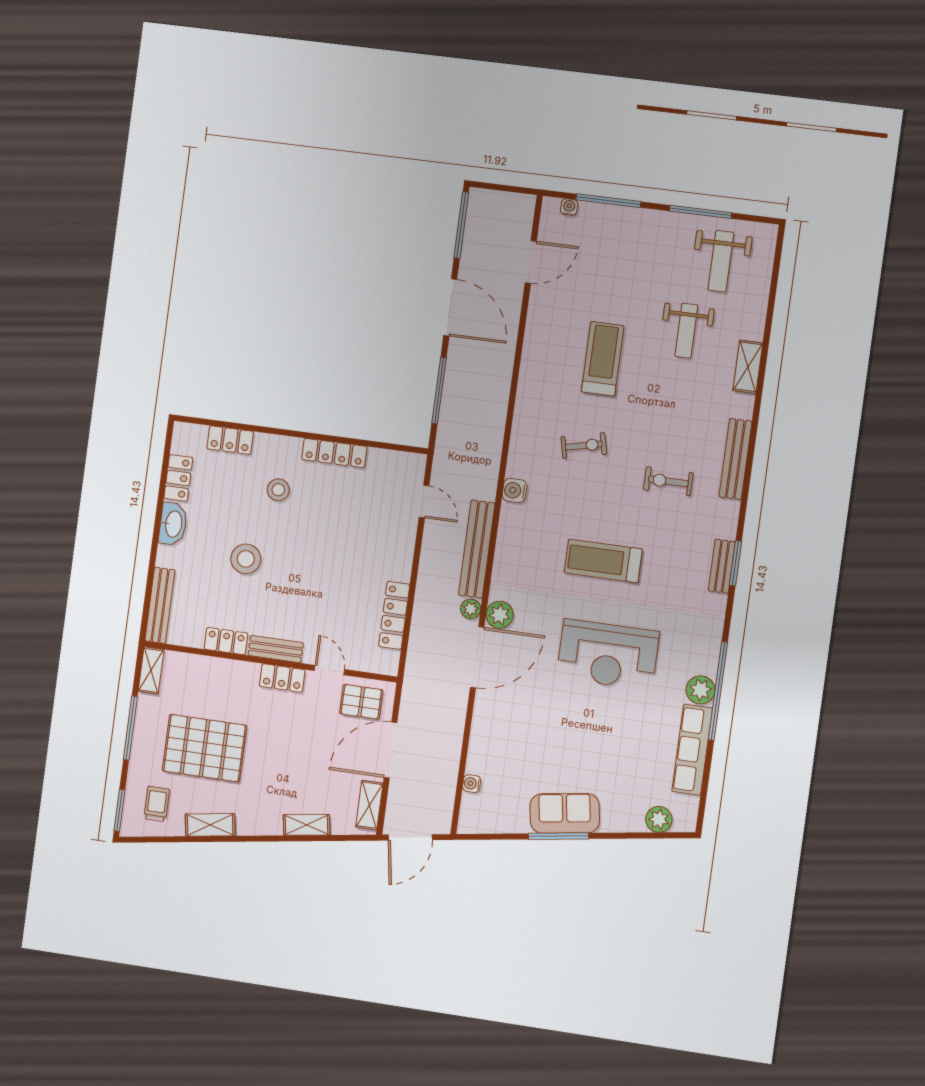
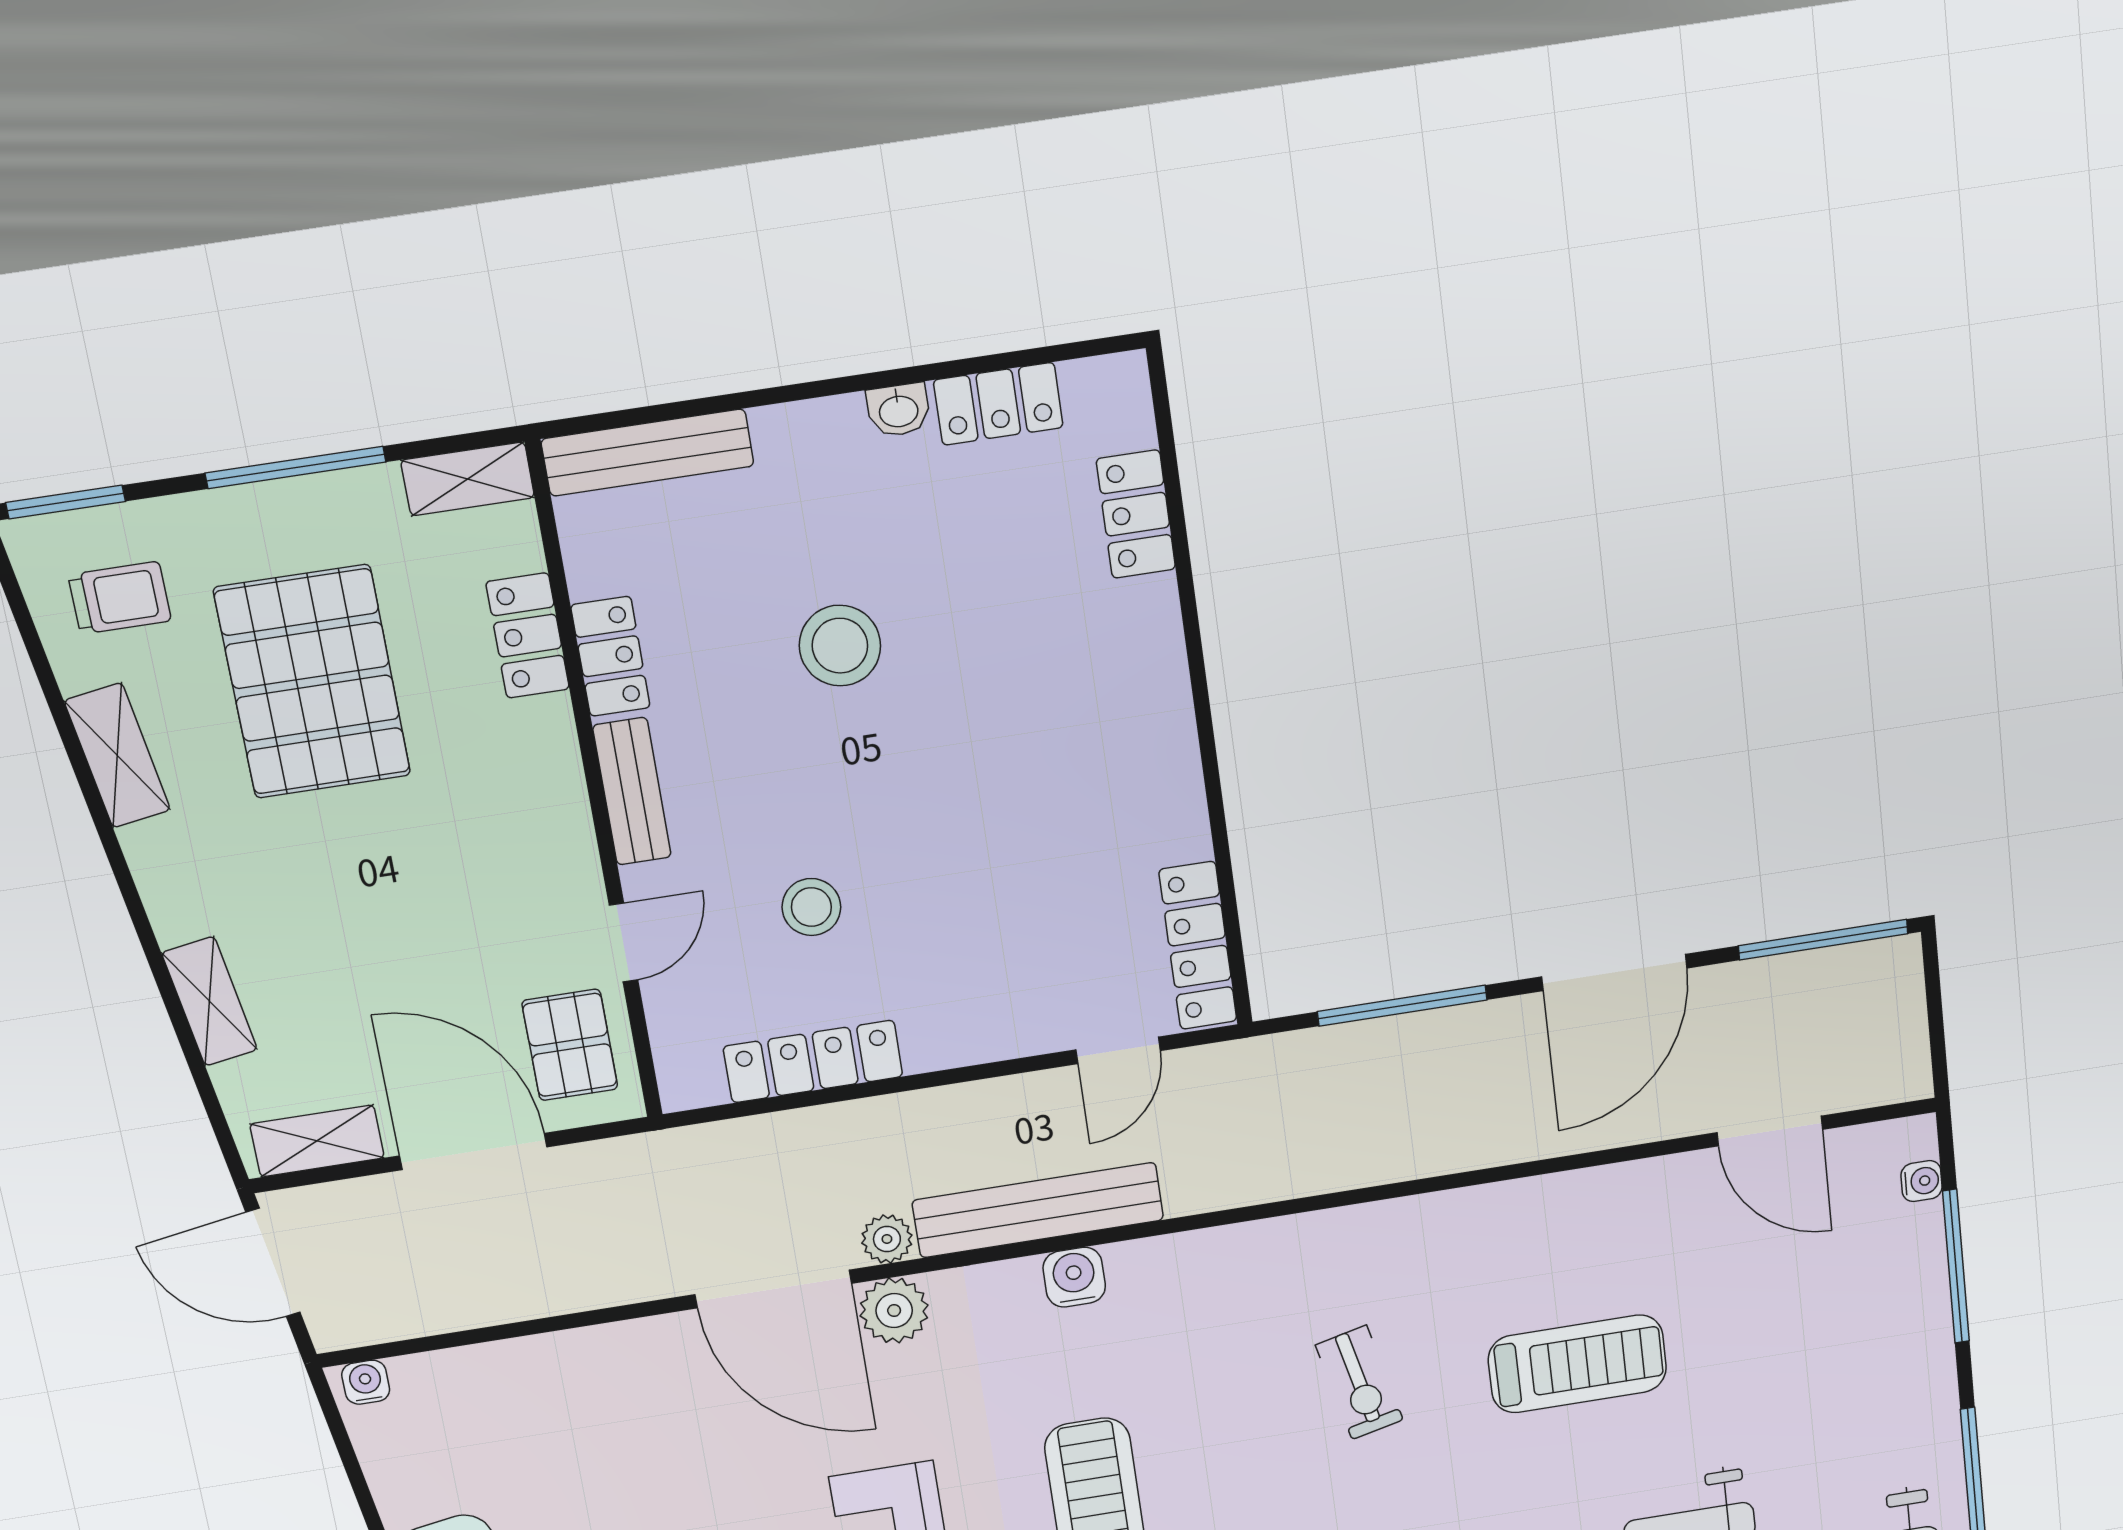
locker: (334, 453) -> (1198, 946), moved
stool: (278, 490) -> (811, 907), moved
water cooler: (515, 490) -> (1074, 1277), moved
washbasin: (173, 524) -> (898, 410), width x0.52, depth x0.69
locker: (282, 678) -> (528, 636), moved
water cooler: (472, 784) -> (366, 1382), moved

